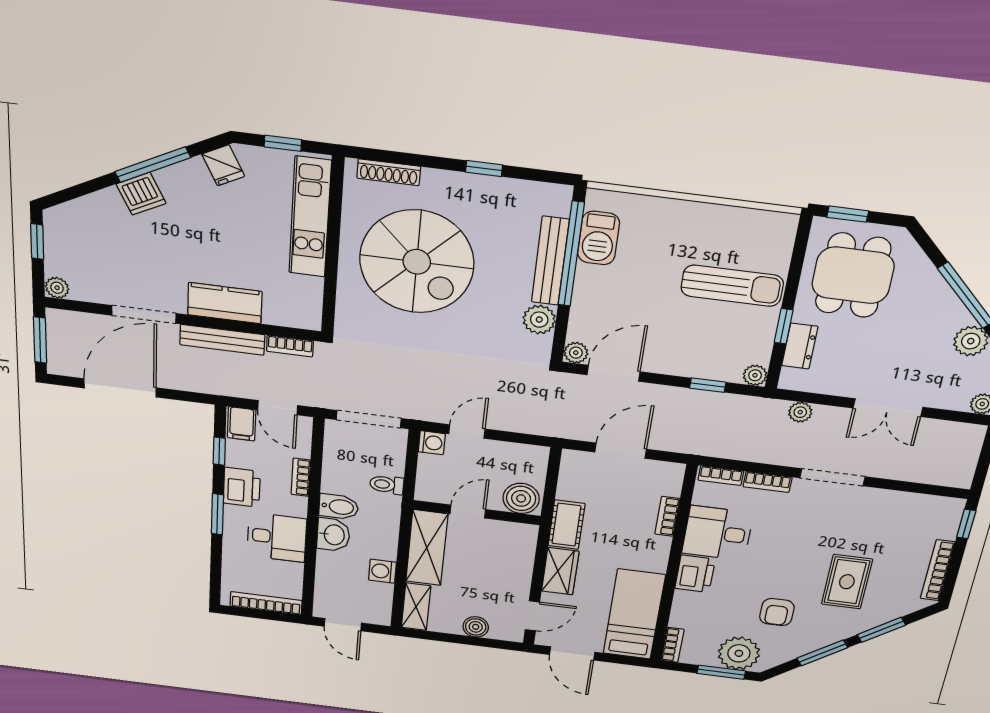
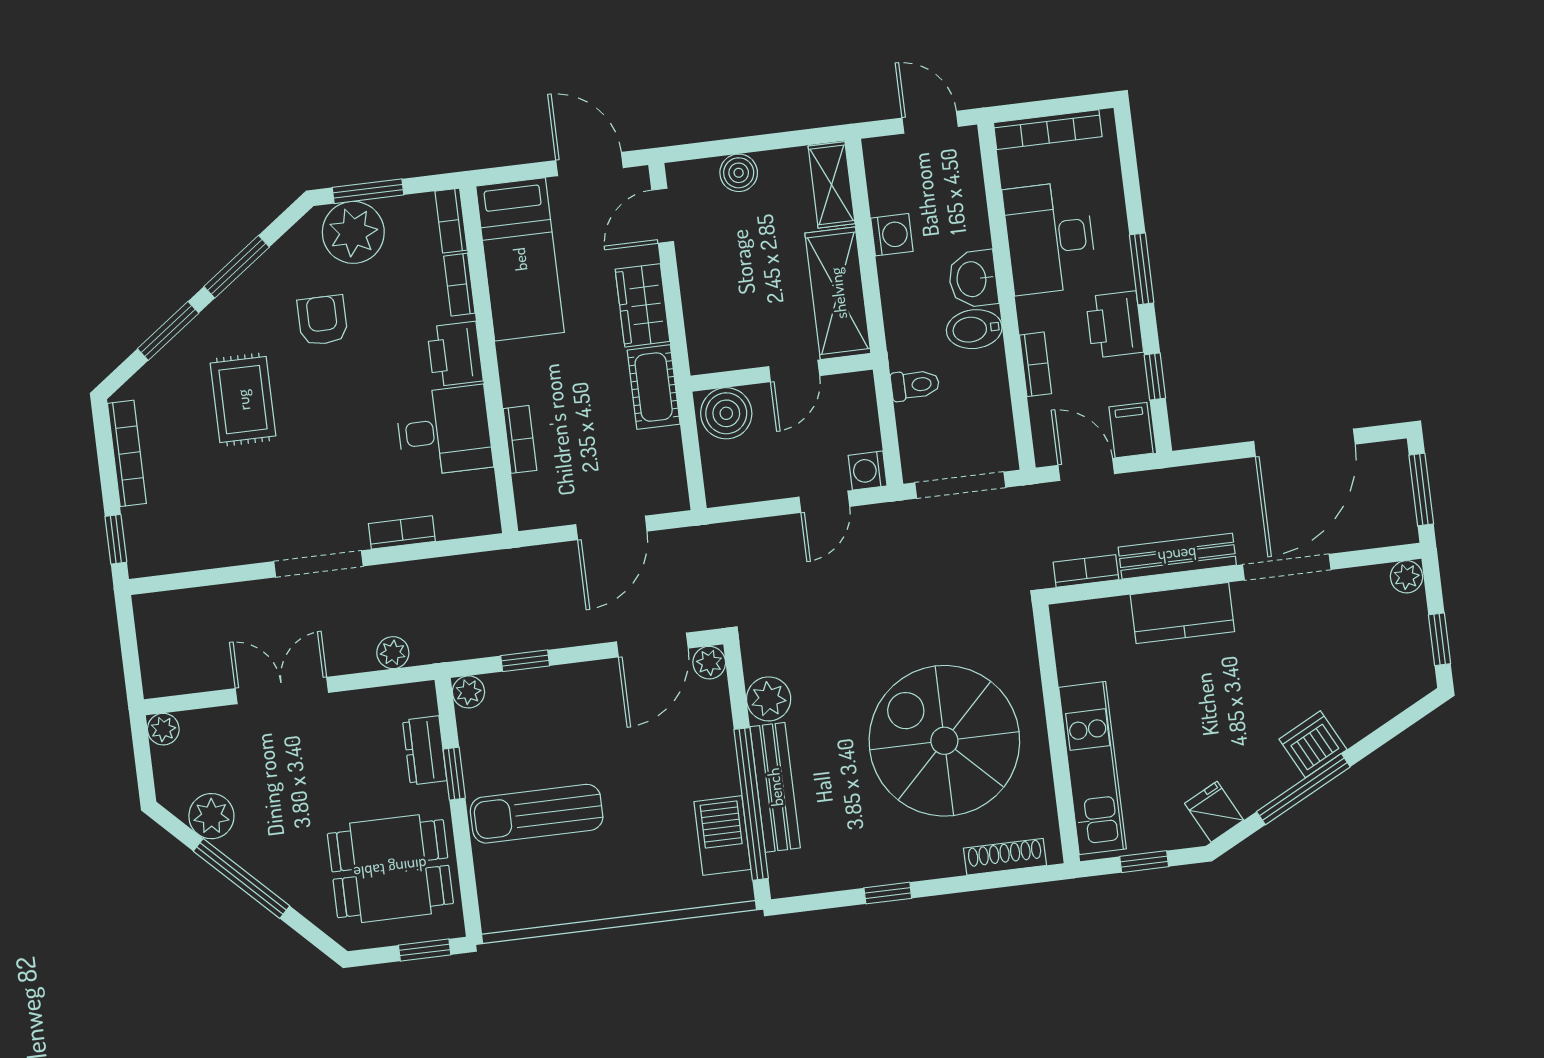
dining table: (853, 275) -> (390, 869), turned 90
bookcase: (721, 476) -> (459, 285), moved, turned -90
desk: (277, 537) -> (1050, 238), width x1.37

